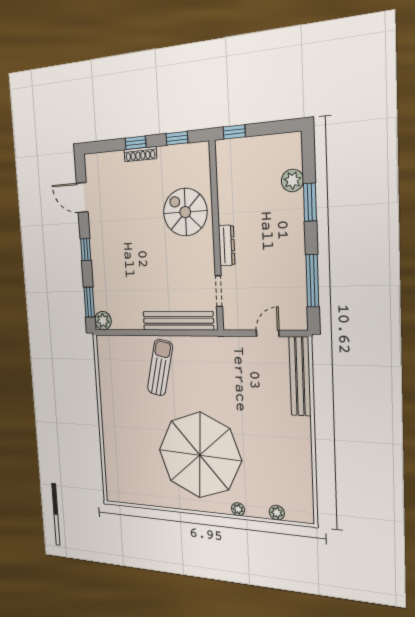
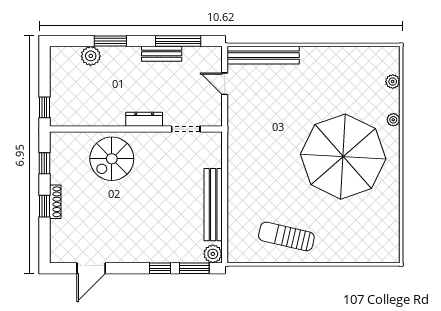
window: (86, 250) -> (160, 268), moved
bench: (298, 262) -> (162, 54), added
bench: (178, 321) -> (213, 205), moved
sun lounger: (160, 367) -> (286, 236), moved

